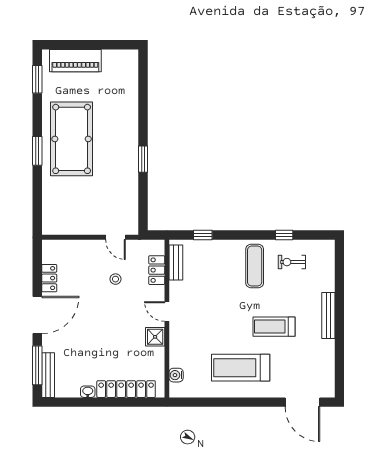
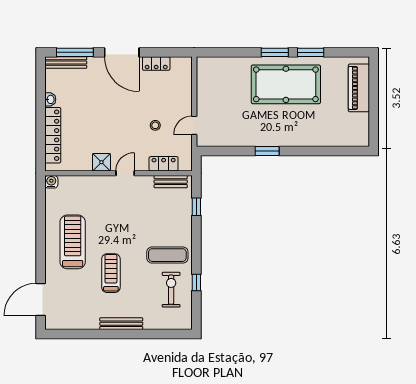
window: (37, 79) -> (311, 52), moved
exercise bike: (292, 262) -> (171, 290), width x1.38, depth x1.39
water cooler: (176, 375) -> (51, 182), moved

